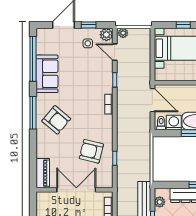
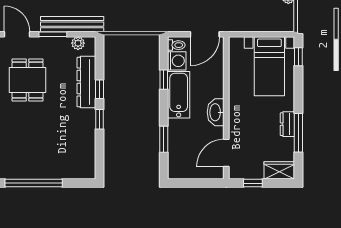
window: (183, 25) -> (298, 57), moved

